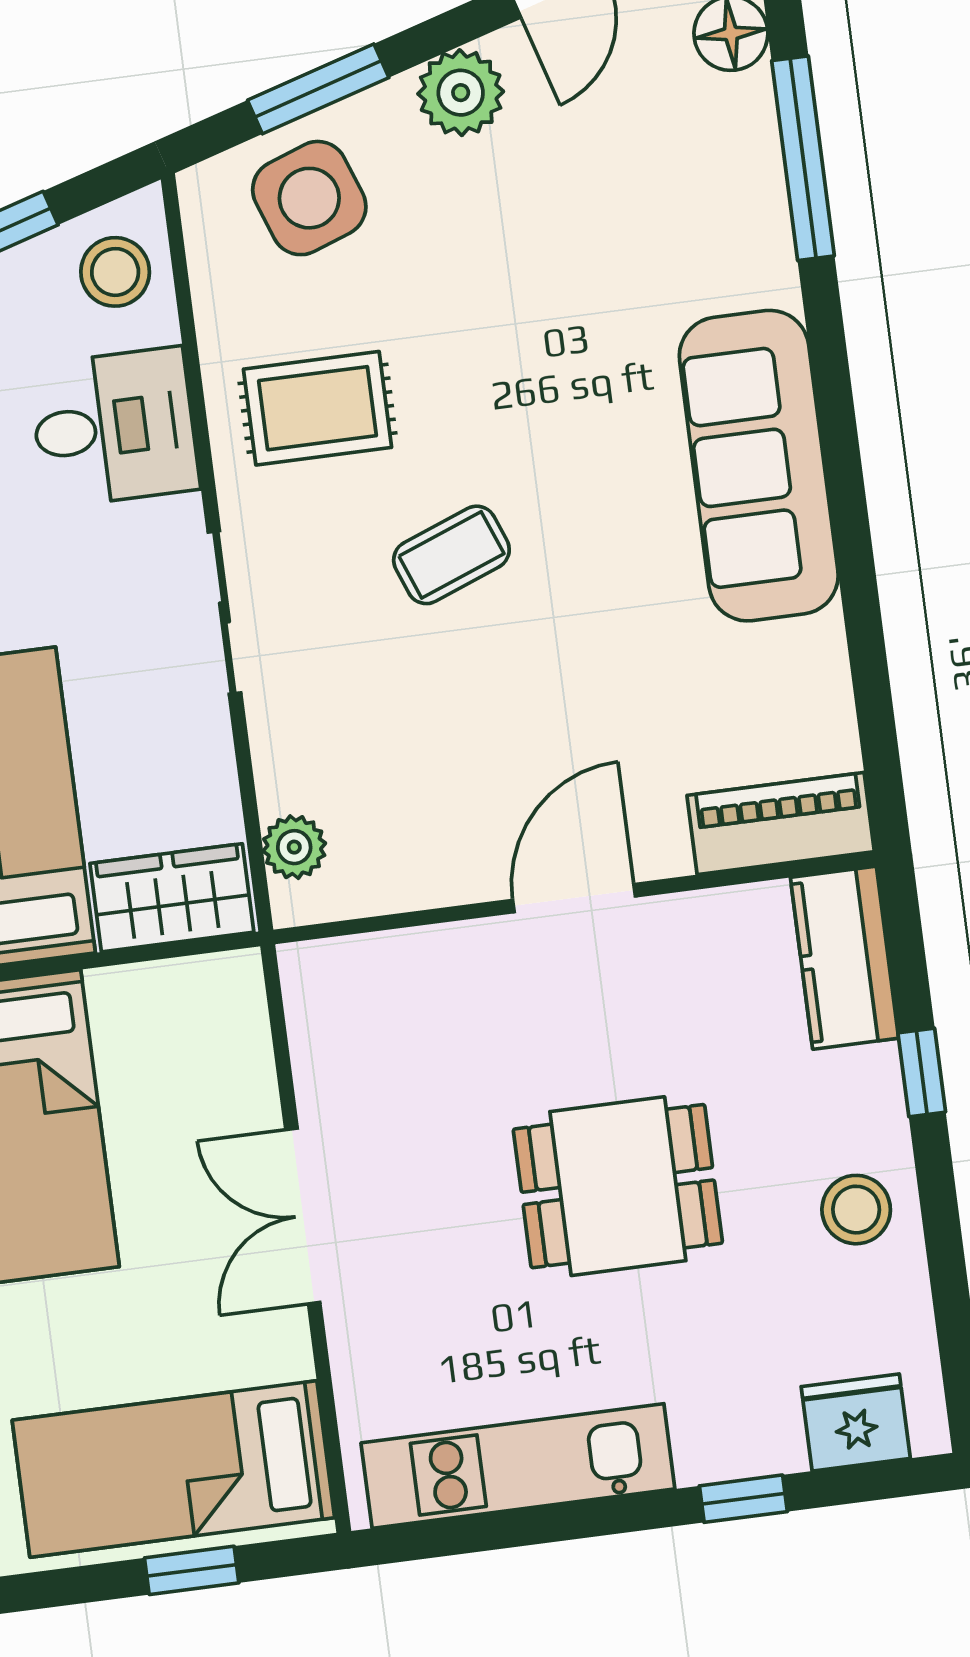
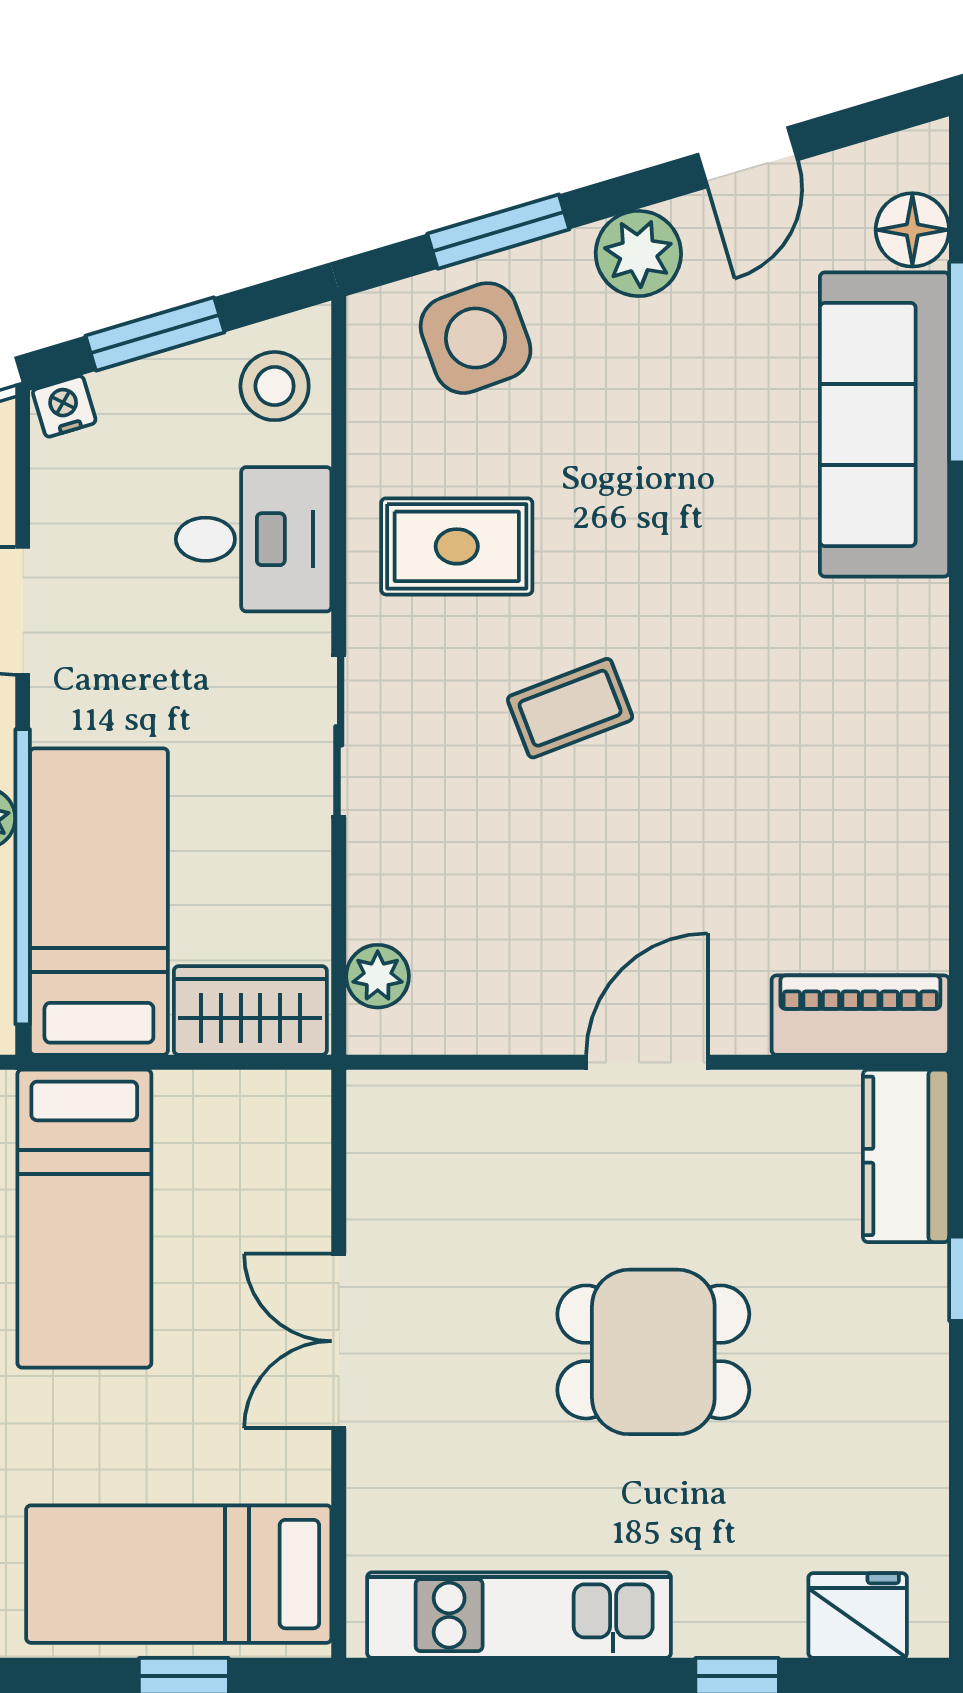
sofa: (759, 466) -> (885, 424), moved
stool: (856, 1210) -> (885, 1406), removed

